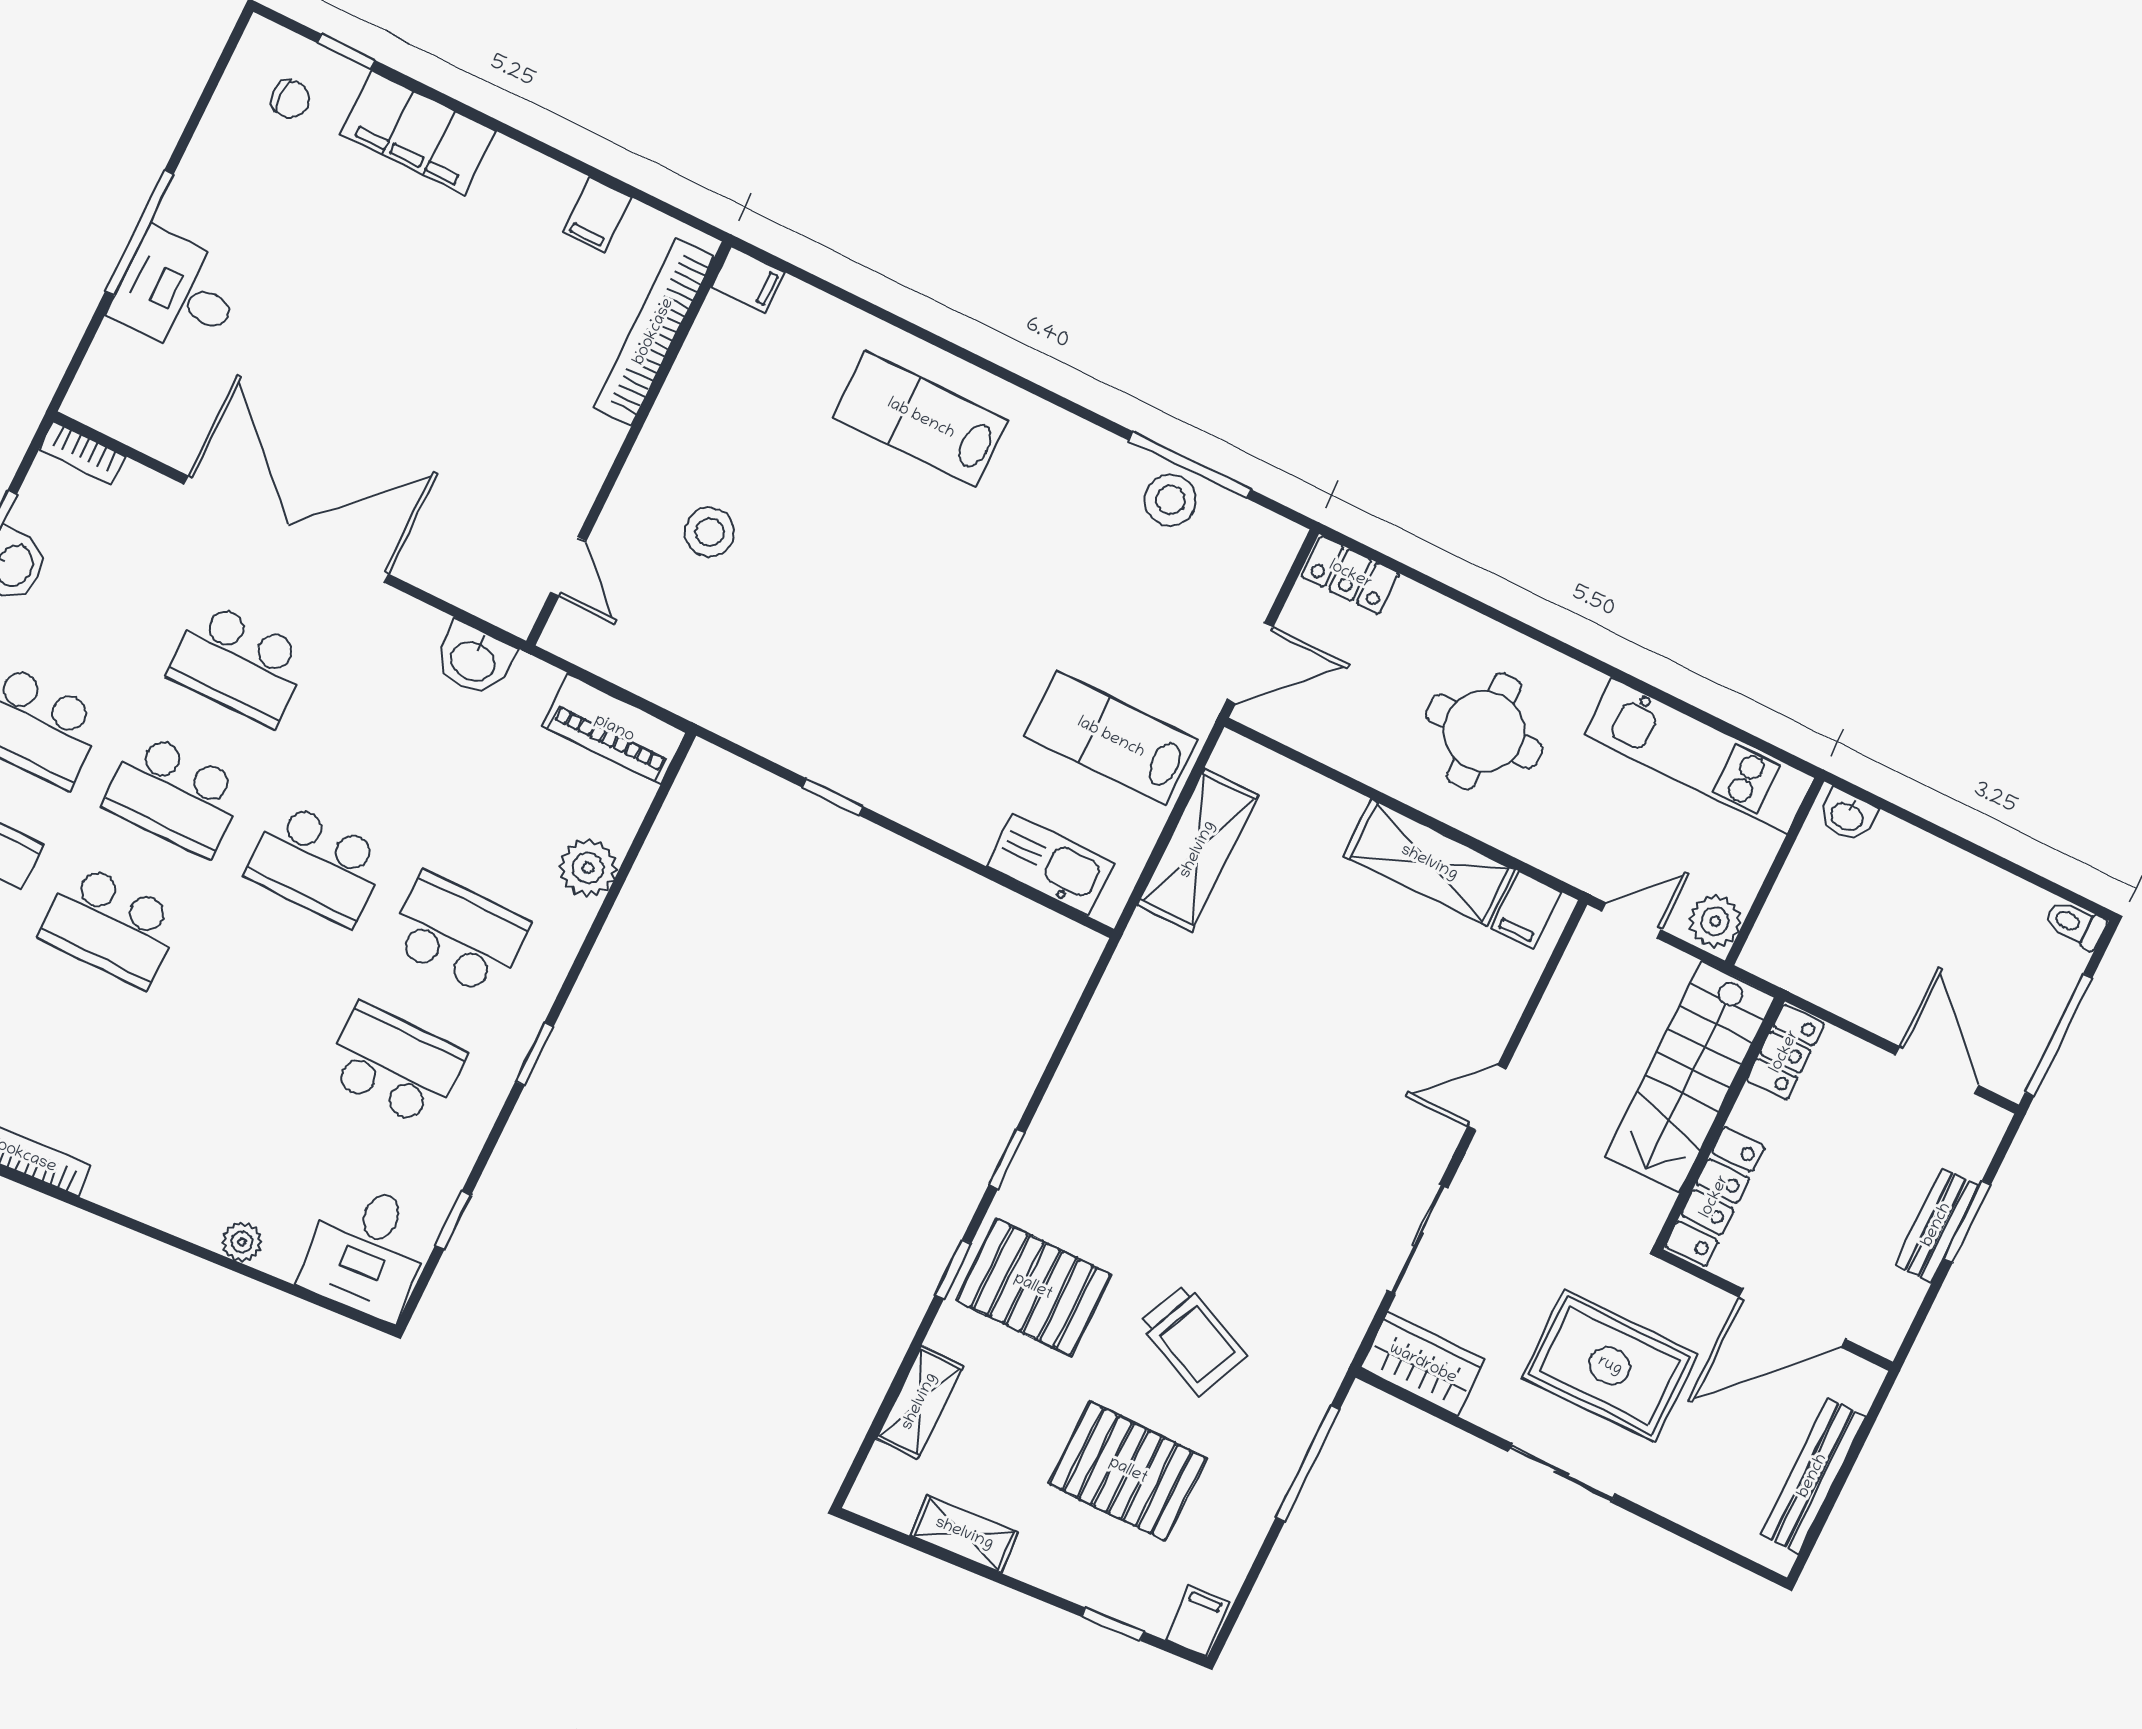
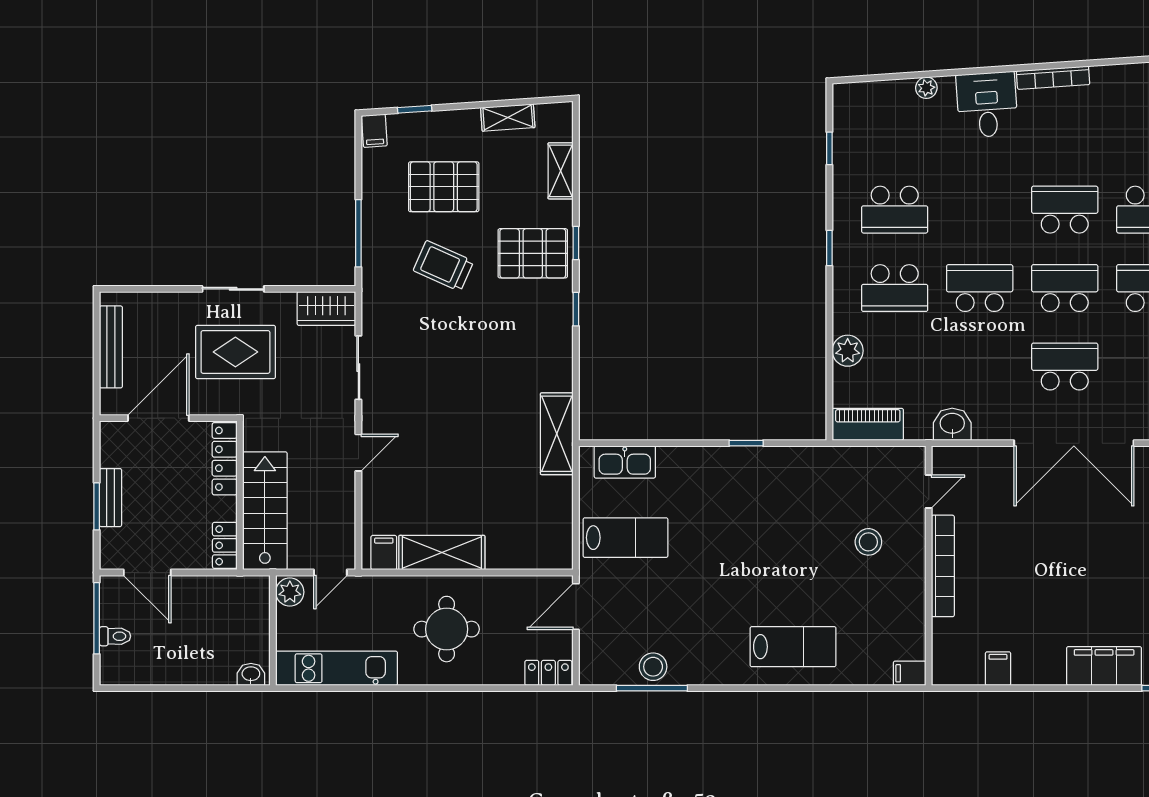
bookcase: (654, 332) -> (943, 566), moved
door: (568, 567) -> (929, 492), swing flipped
shelving: (1198, 850) -> (557, 434), moved
toilet: (2075, 924) -> (115, 636), moved
desk: (367, 1251) -> (987, 105), moved

